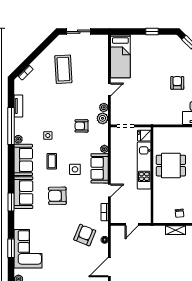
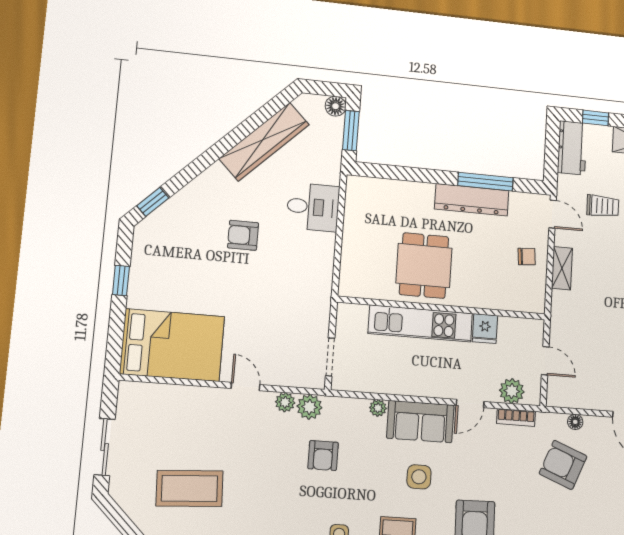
bed: (120, 56) -> (172, 345), width x1.50
fridge: (144, 136) -> (485, 329), moved
door: (109, 191) -> (470, 403), swing flipped
plant: (117, 210) -> (512, 391), added

